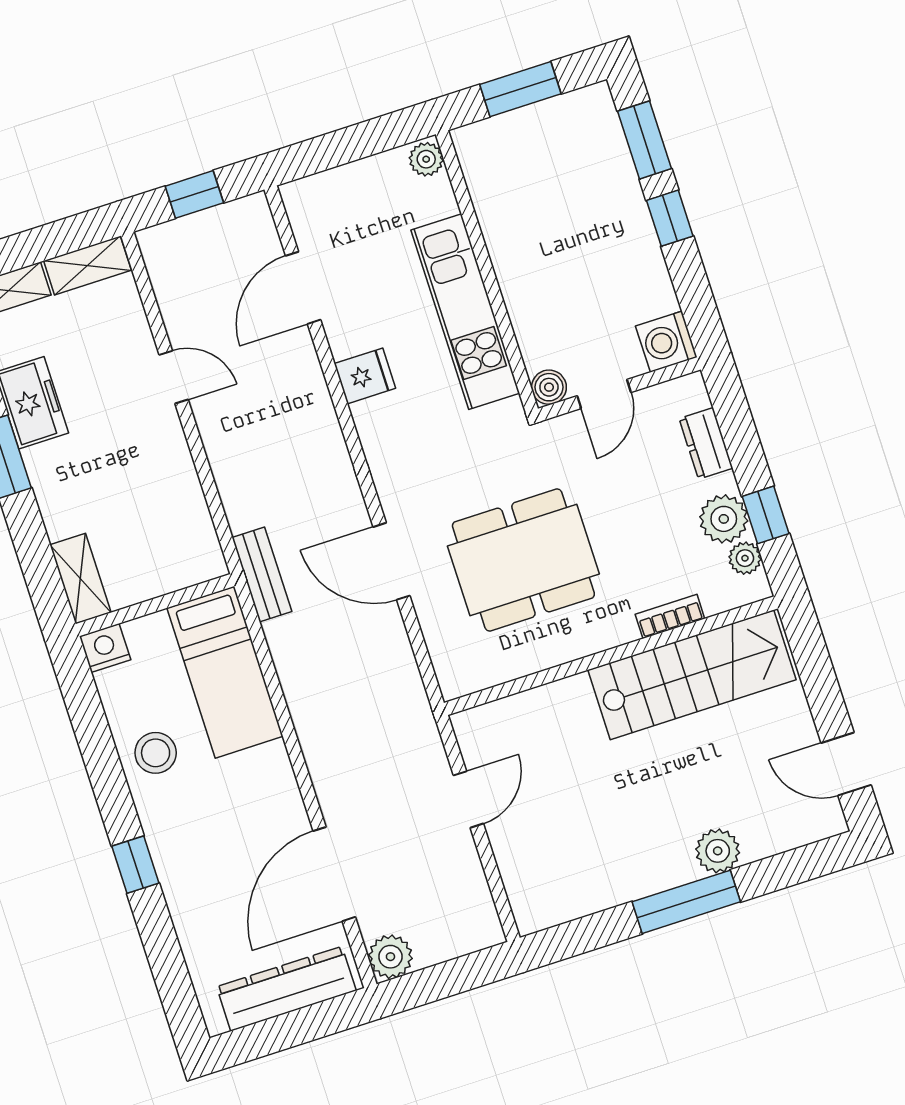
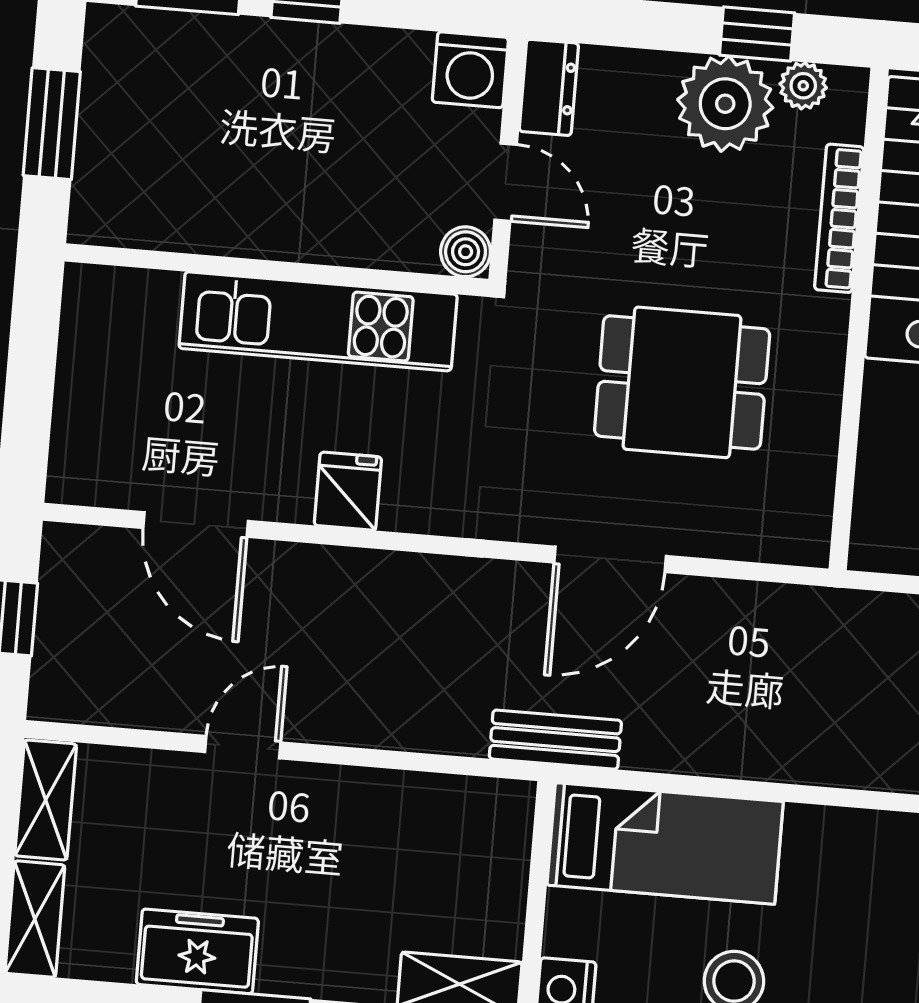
plant: (426, 159) -> (93, 288), removed
dresser: (706, 443) -> (549, 87), moved, turned -90
plant: (724, 519) -> (725, 104), width x1.36, depth x1.36
dining table: (523, 560) -> (682, 382), width x0.73
bookcase: (670, 616) -> (839, 218), width x1.56

